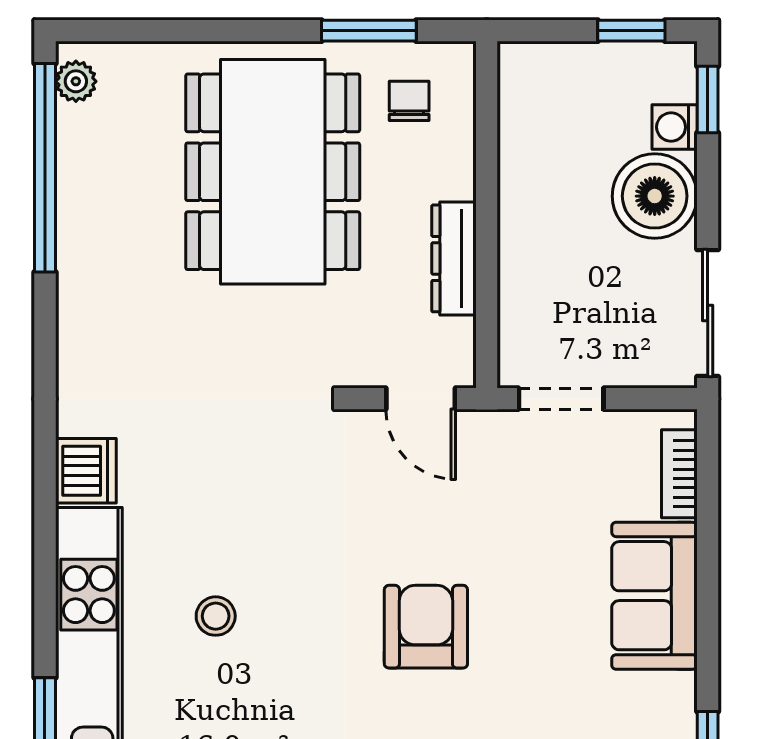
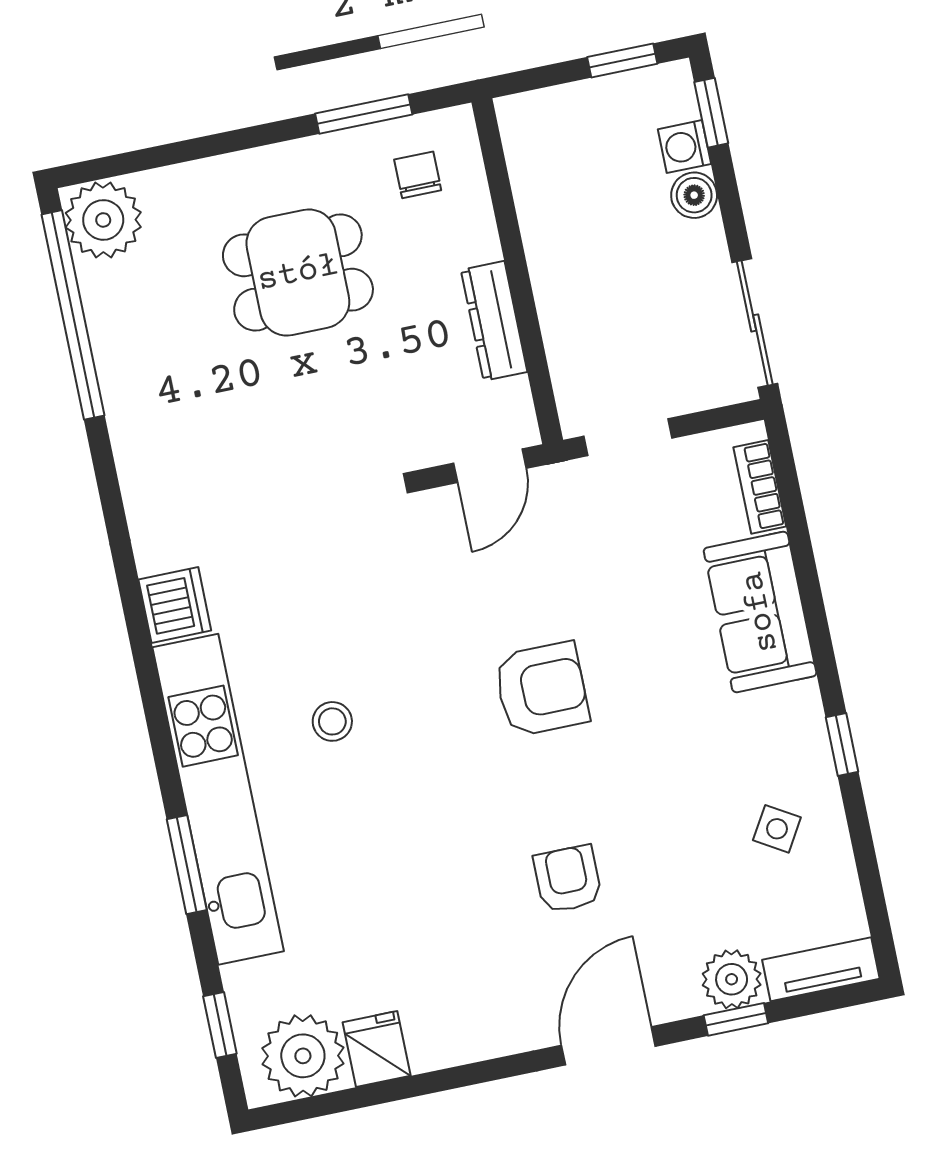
plant: (76, 81) -> (103, 220), width x1.88, depth x1.88
dining table: (273, 172) -> (298, 273), width x0.53, depth x0.80
boiler: (655, 196) -> (694, 195), width x0.54, depth x0.54
door: (421, 399) -> (490, 466), hinge flipped
armchair: (426, 627) -> (541, 689), turned 90

